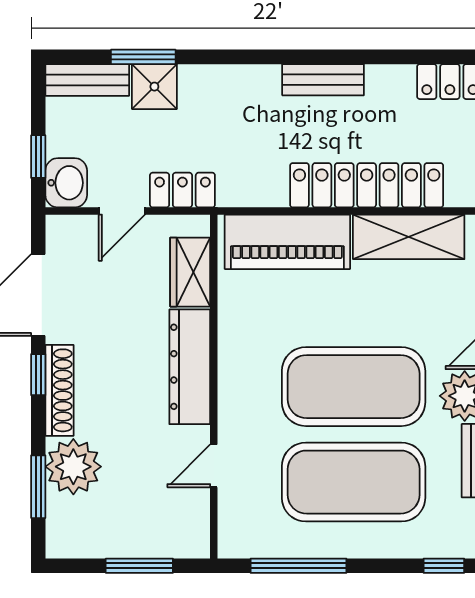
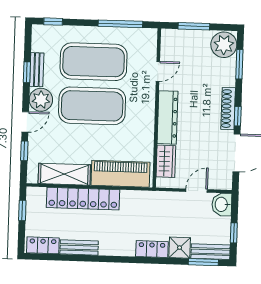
window: (143, 57) -> (203, 262), moved
bench: (323, 80) -> (79, 247), moved
window: (38, 157) -> (234, 233), moved
locker: (182, 190) -> (152, 249), moved, turned 180
plant: (73, 467) -> (224, 45), moved

